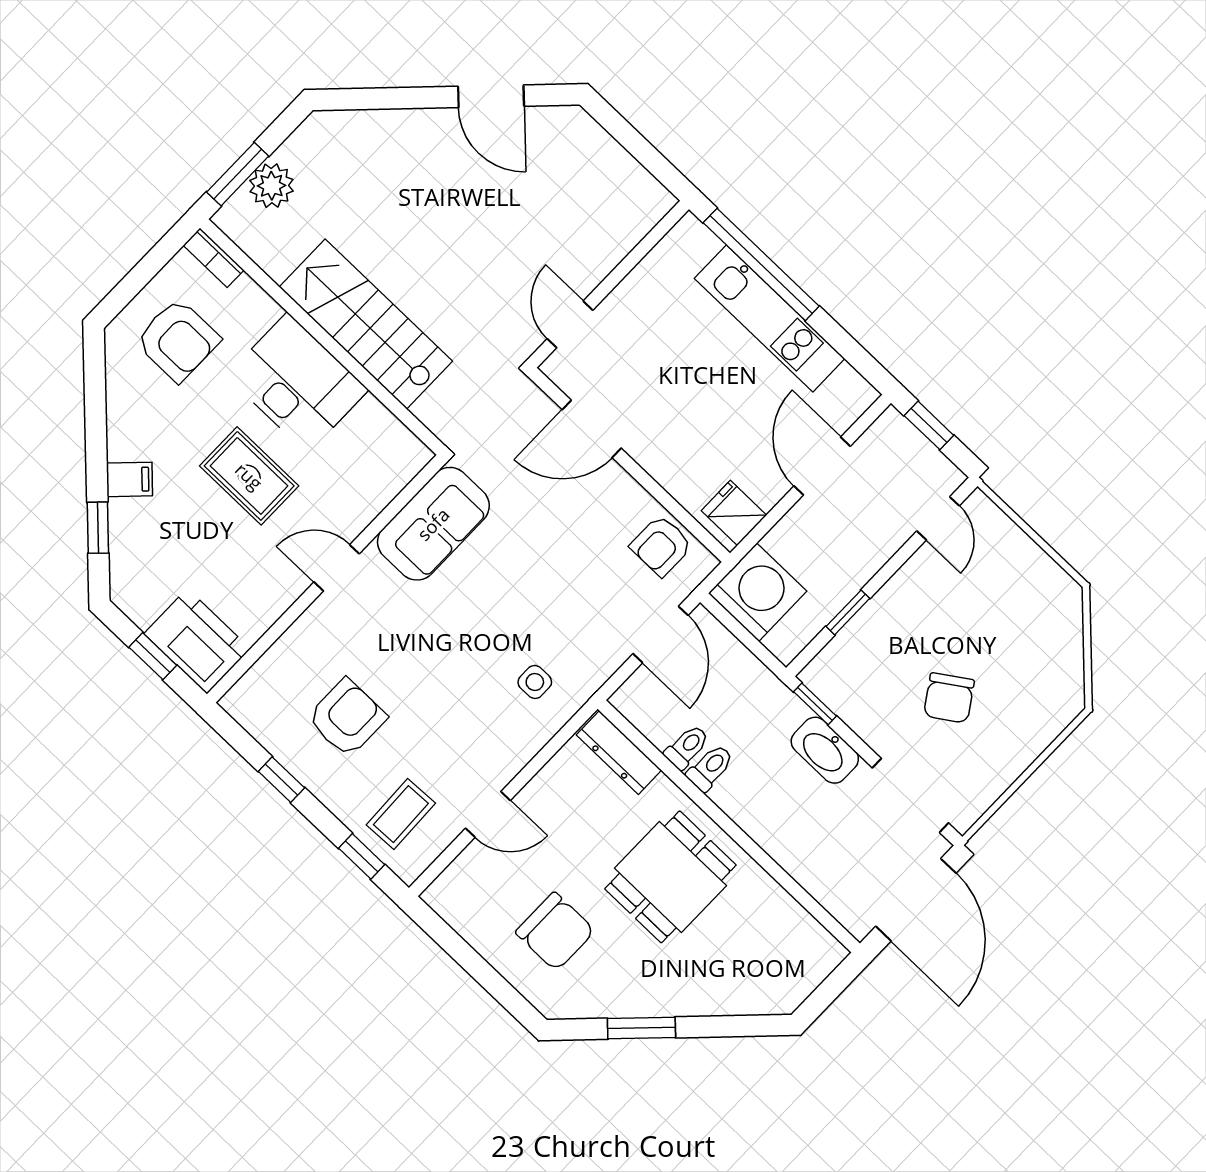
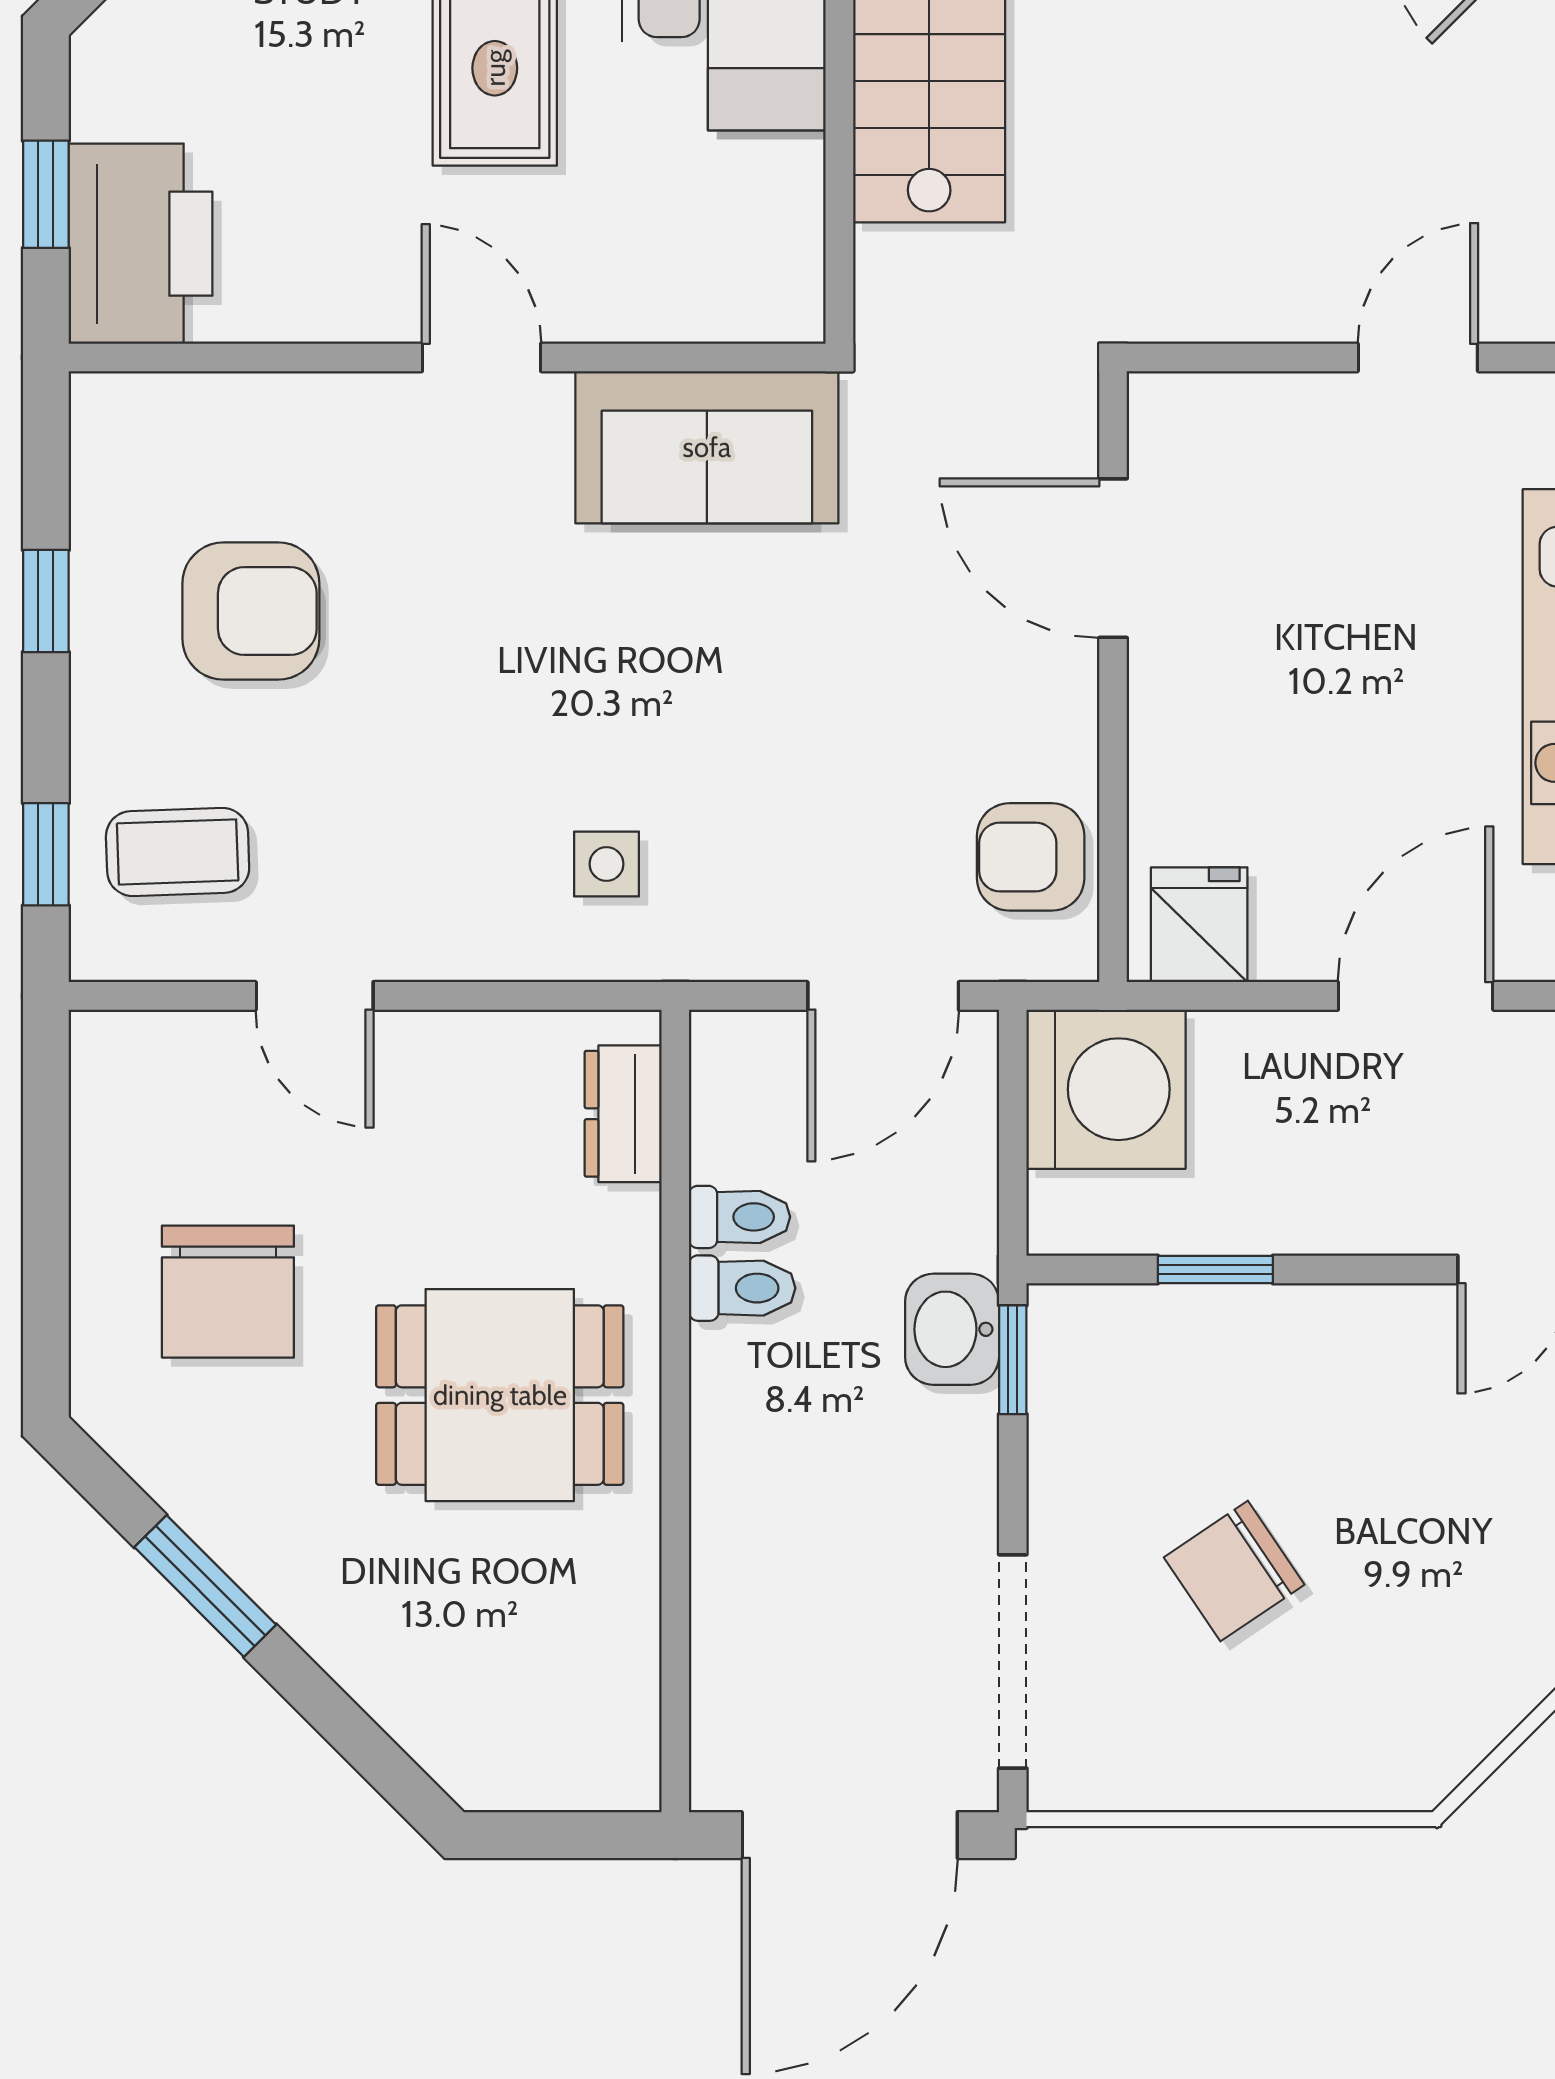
door: (570, 324) -> (1418, 357), moved
washbasin: (825, 750) -> (952, 1329), moved, width x0.72
dresser: (619, 753) -> (623, 1114), width x0.70

